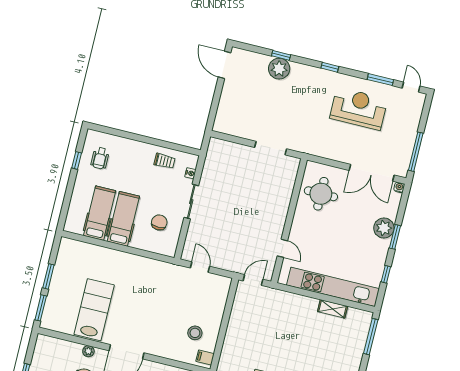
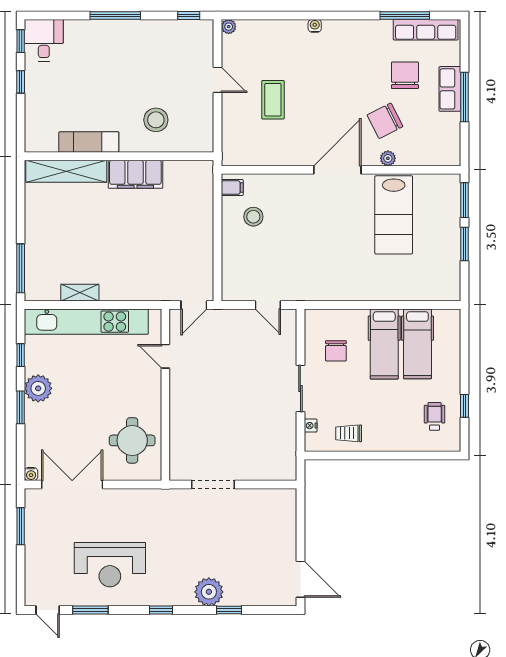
plant: (279, 69) -> (209, 592), moved
window: (416, 152) -> (21, 526), width x0.69
plant: (384, 228) -> (38, 388), moved

